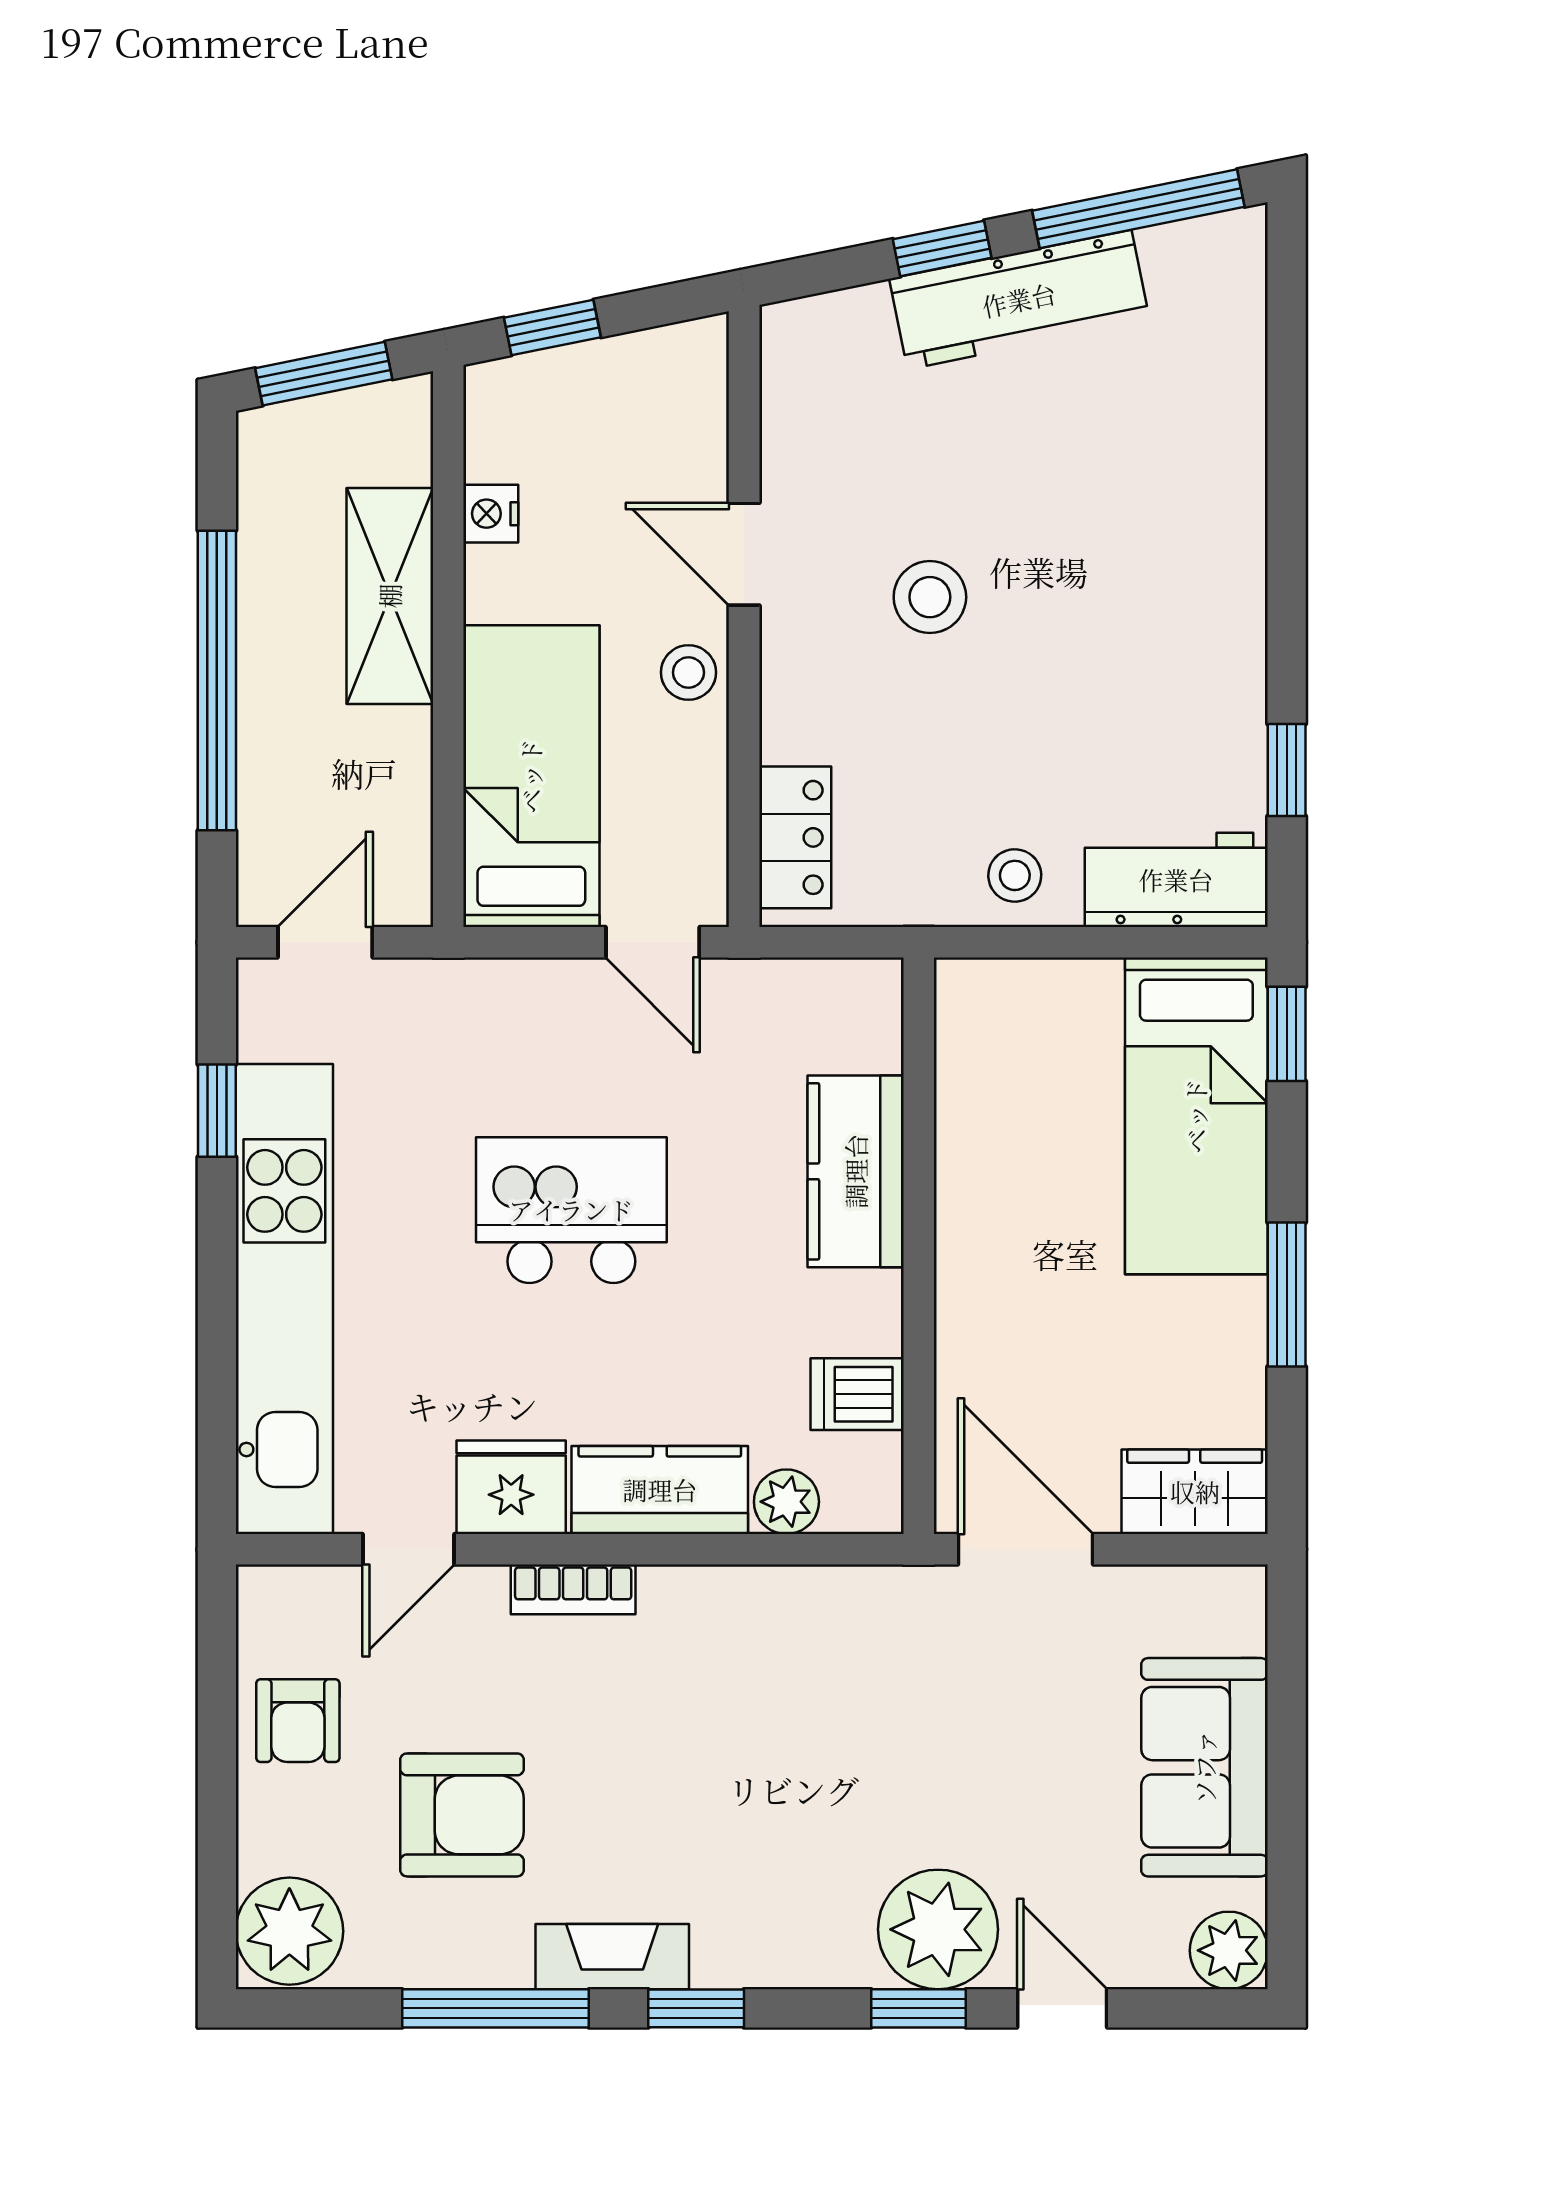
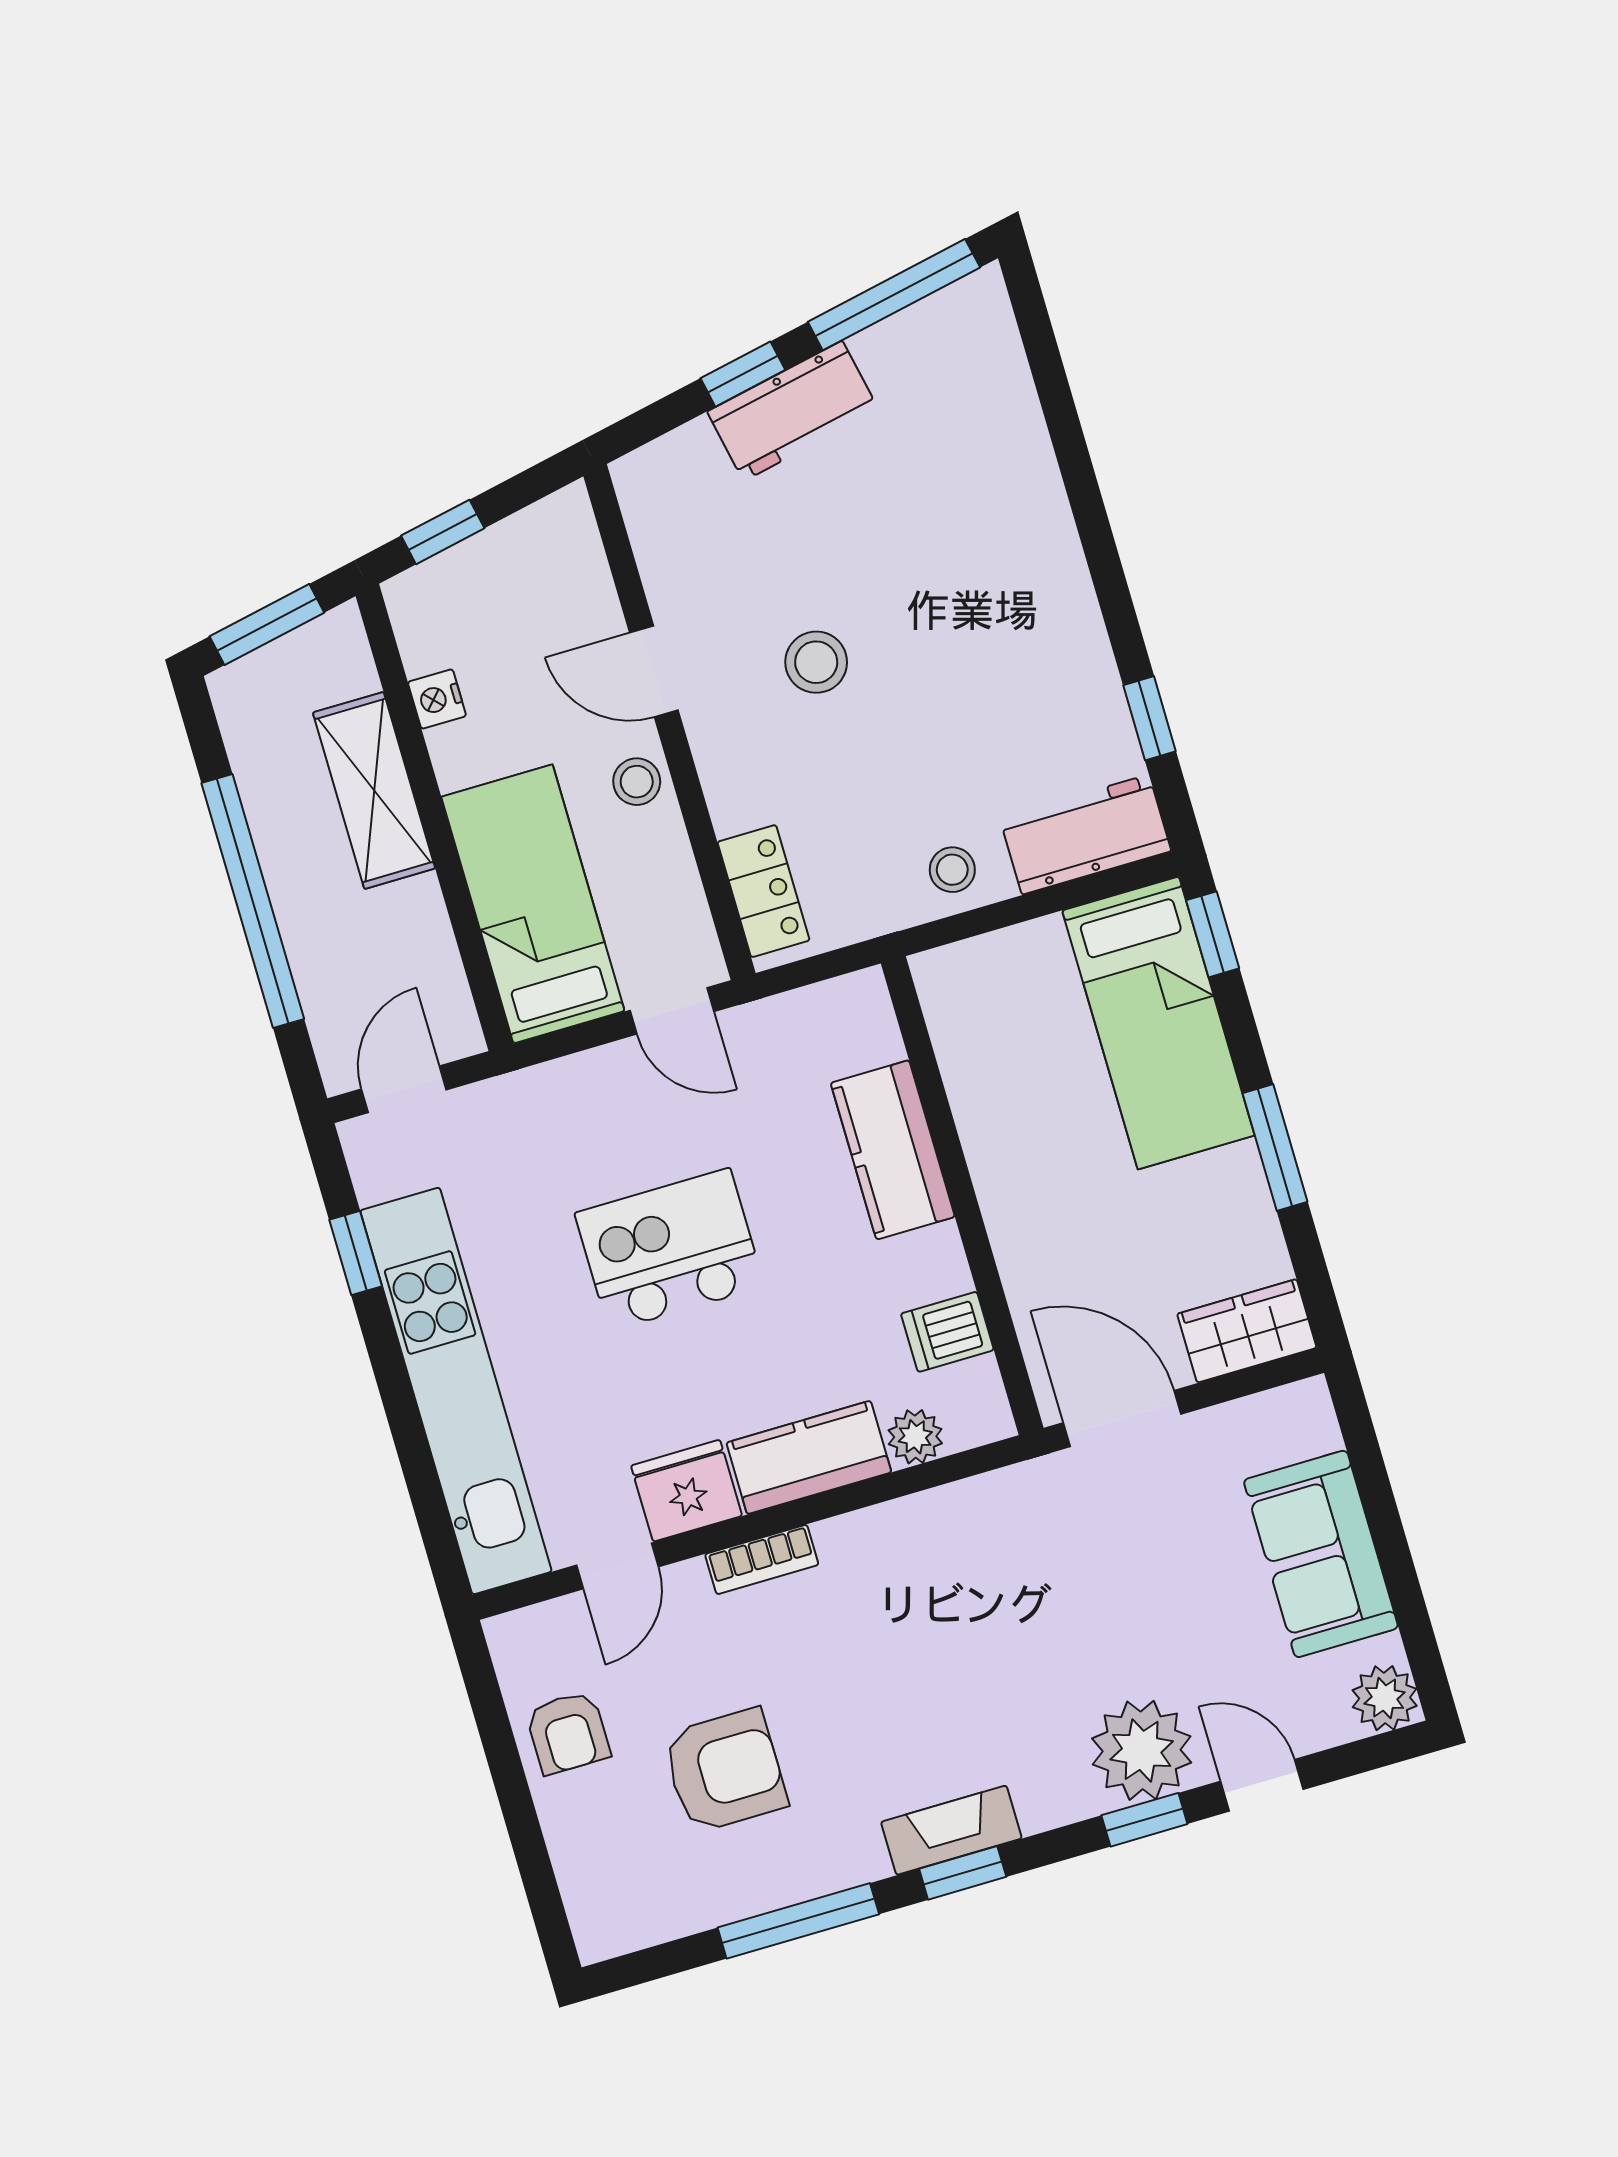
workbench: (1019, 300) -> (793, 411), width x0.73
plant: (289, 1931) -> (611, 1907), removed
fireplace: (612, 1957) -> (951, 1830), moved

